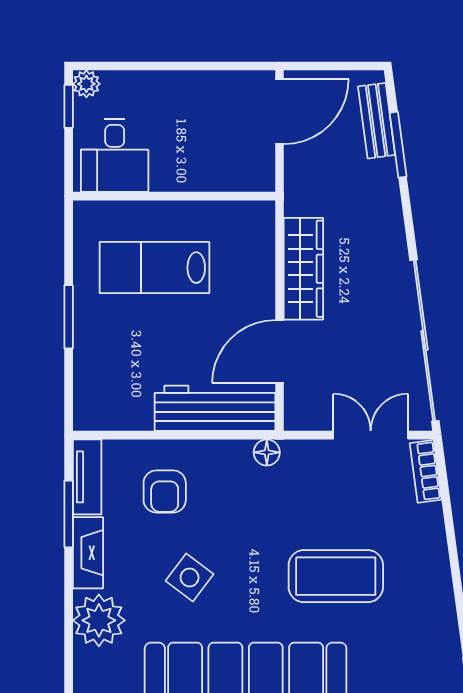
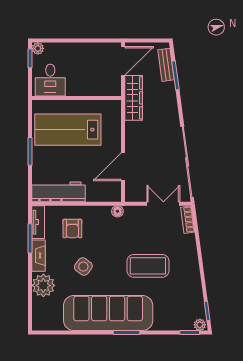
lab bench: (155, 268) -> (68, 130), width x1.36, depth x1.39
wardrobe: (303, 269) -> (134, 98), moved
workbench: (215, 408) -> (58, 192), moved

